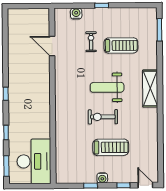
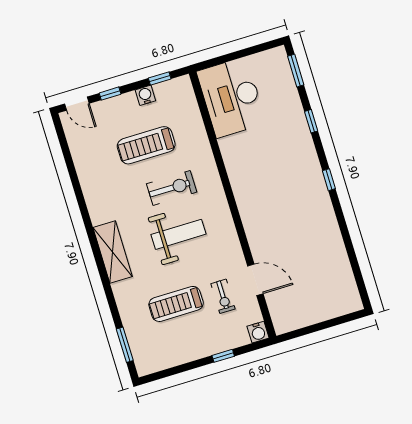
door: (52, 46) -> (255, 280), moved
wall: (52, 96) -> (232, 205), moved
desk: (34, 161) -> (231, 97), moved

